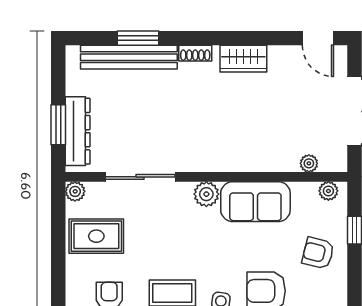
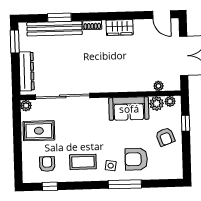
window: (58, 125) -> (15, 42), moved
sliding door: (140, 177) -> (63, 96), width x1.36
plant: (206, 194) -> (157, 104), moved
armchair: (318, 253) -> (165, 137), turned -124

